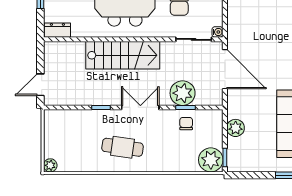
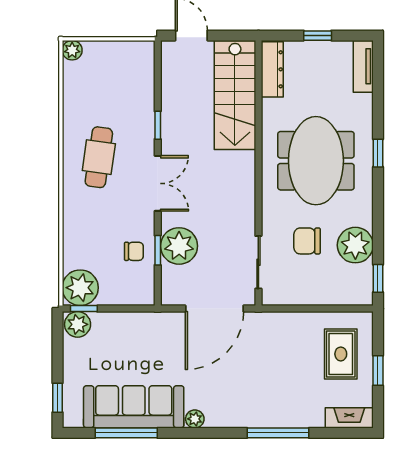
dresser: (57, 30) -> (272, 69), width x1.44
water cooler: (217, 32) -> (269, 298), removed
stairs: (123, 55) -> (235, 95), moved
plant: (236, 128) -> (78, 324), moved

